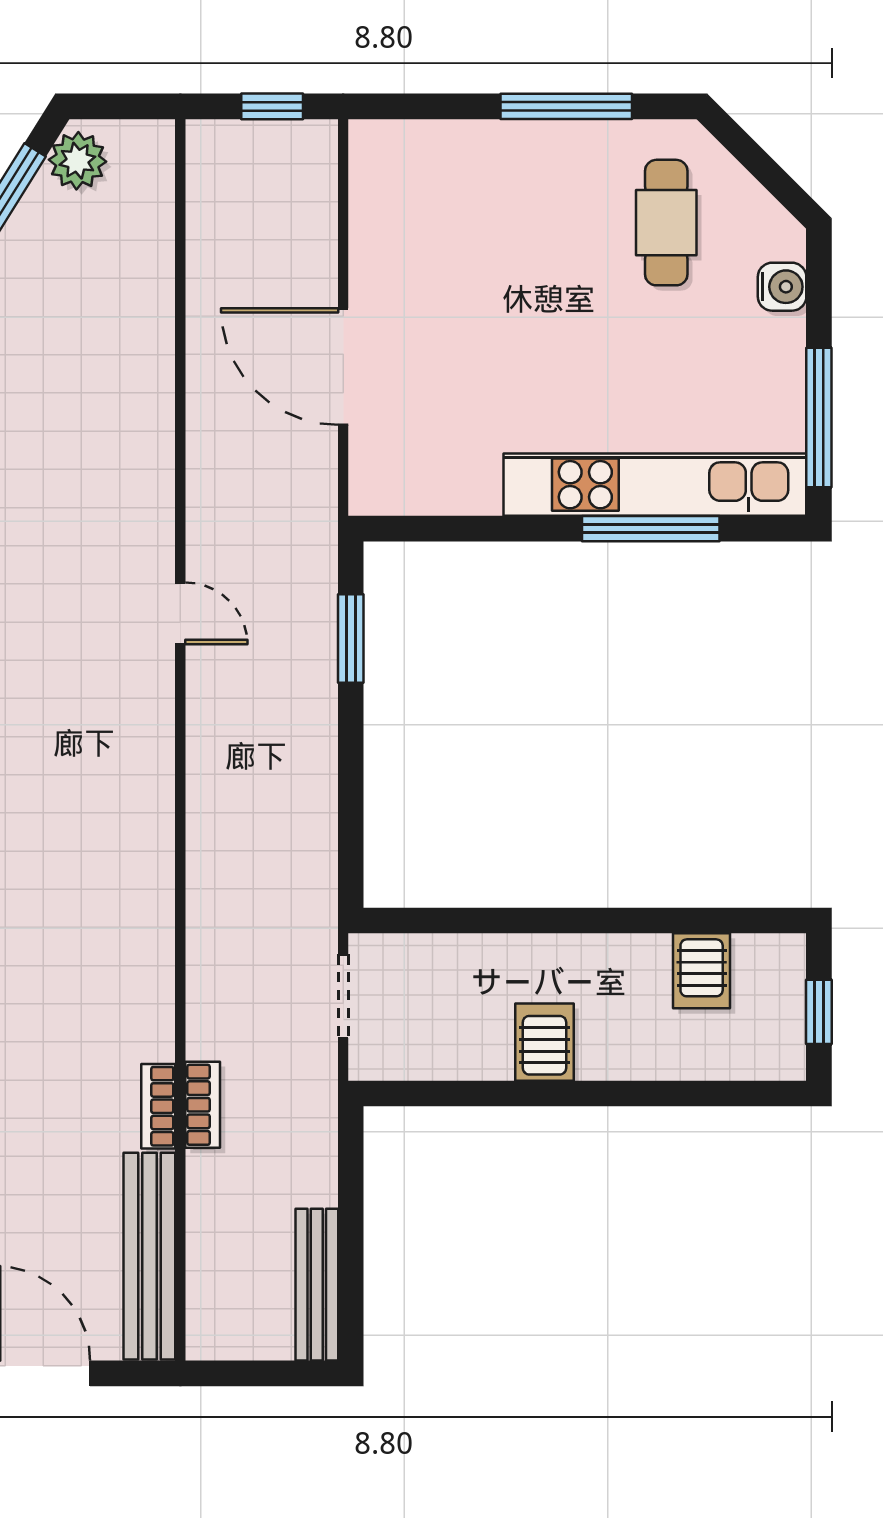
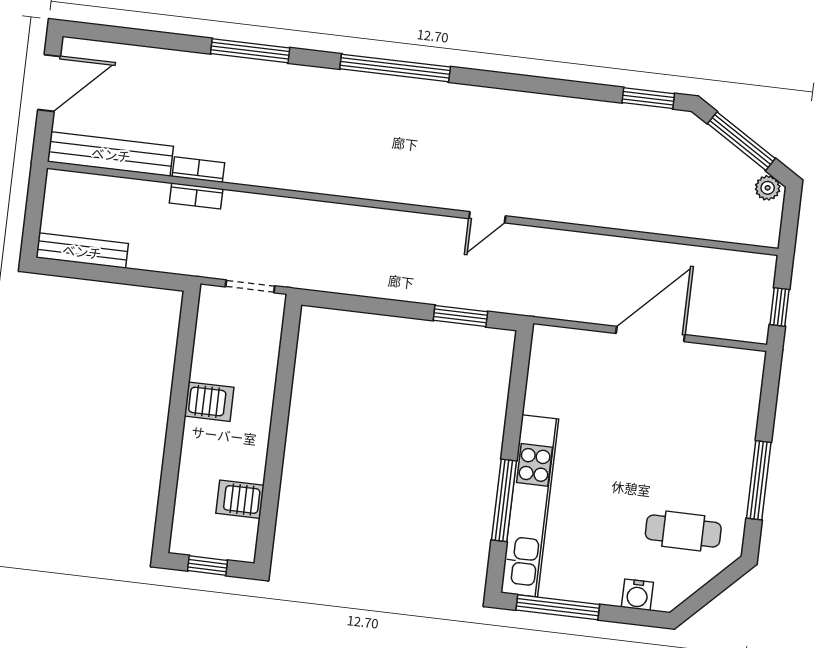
plant: (77, 161) -> (768, 188), width x0.73, depth x0.73
door: (343, 367) -> (650, 334), moved

